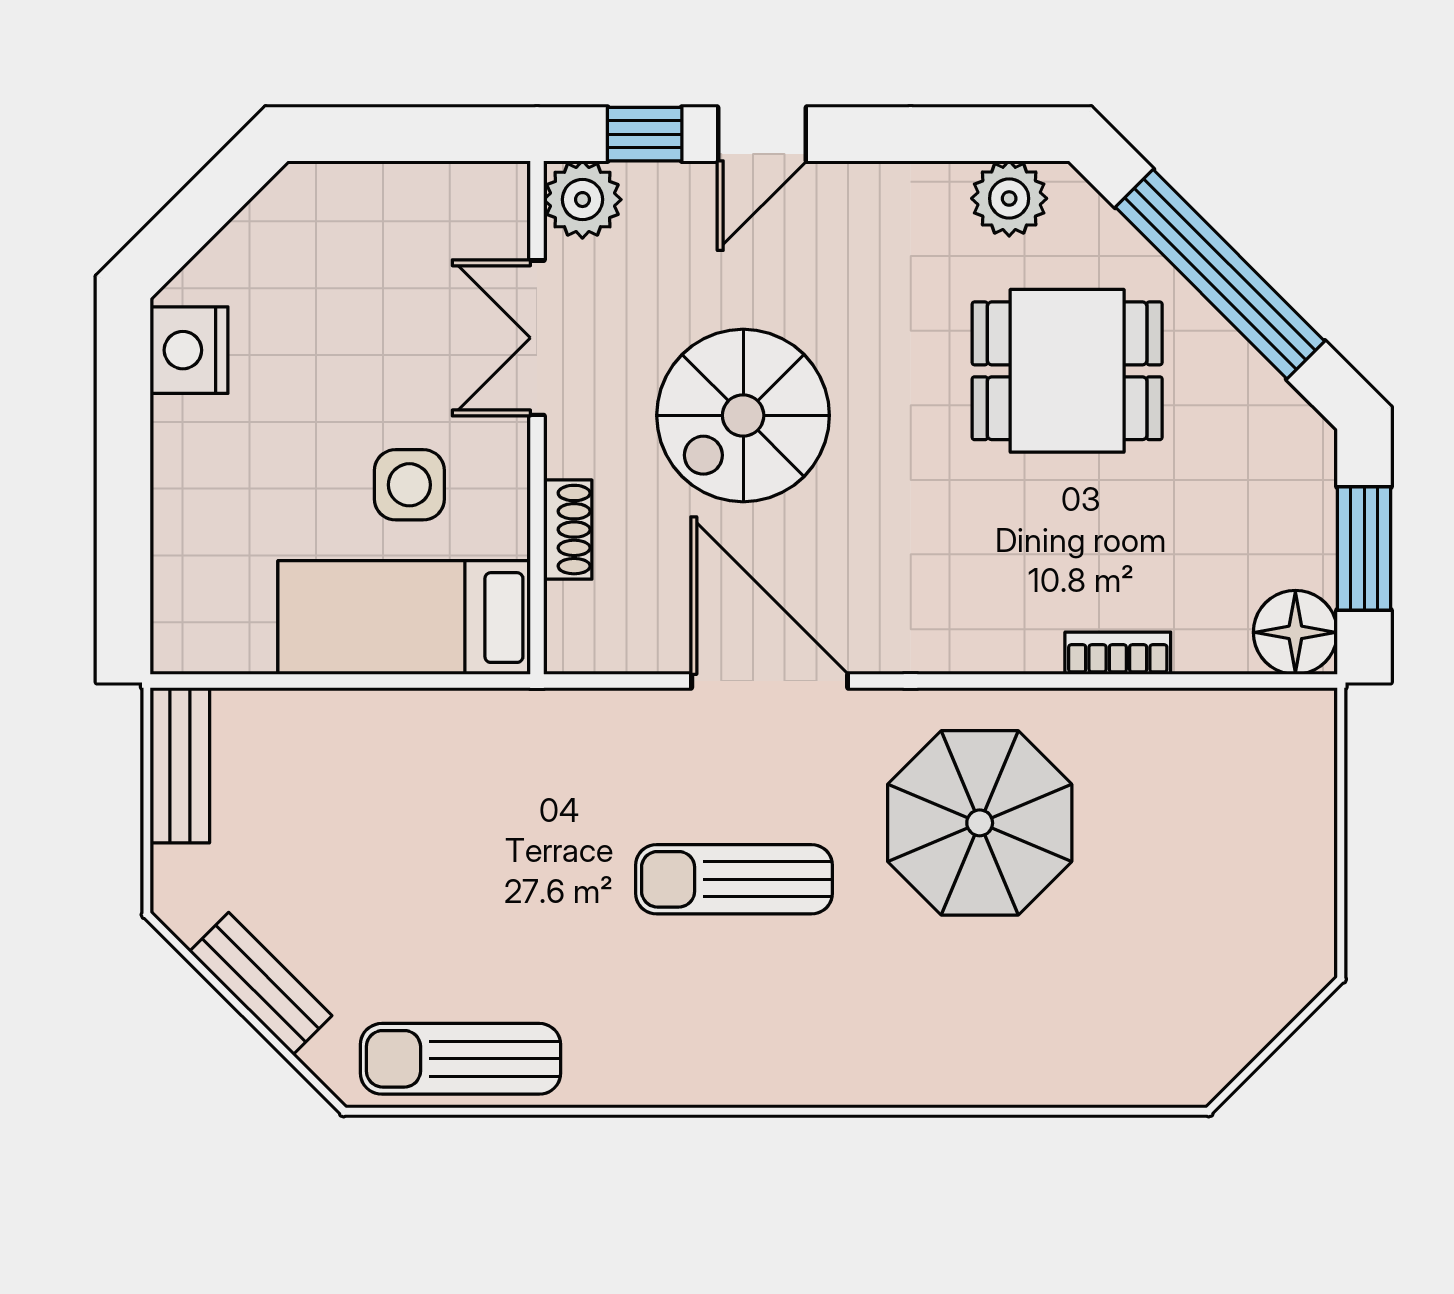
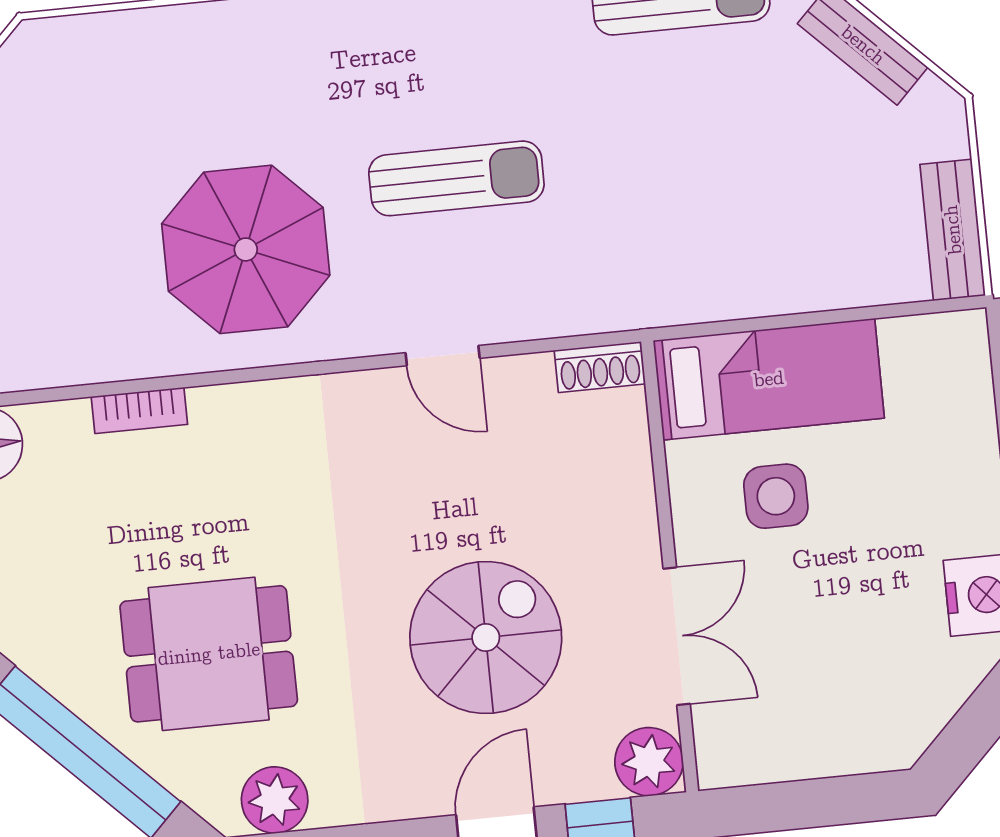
spiral stairs: (743, 415) -> (486, 637), moved
shoe rack: (568, 530) -> (600, 367), moved, turned -90
door: (770, 681) -> (443, 356), width x0.53

